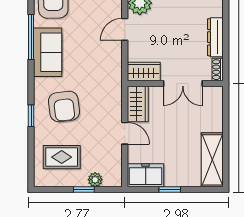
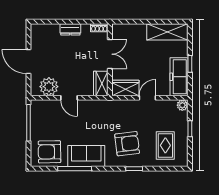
dresser: (215, 37) -> (70, 29), width x0.70
freezer: (146, 175) -> (179, 77), width x1.40
plant: (95, 180) -> (182, 105), moved

